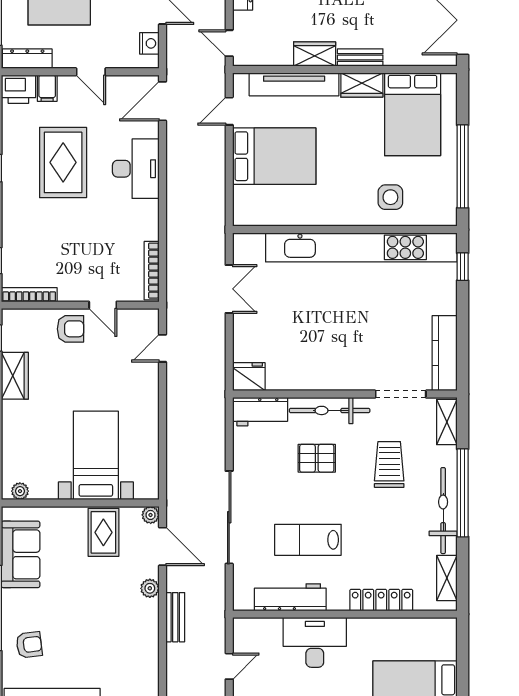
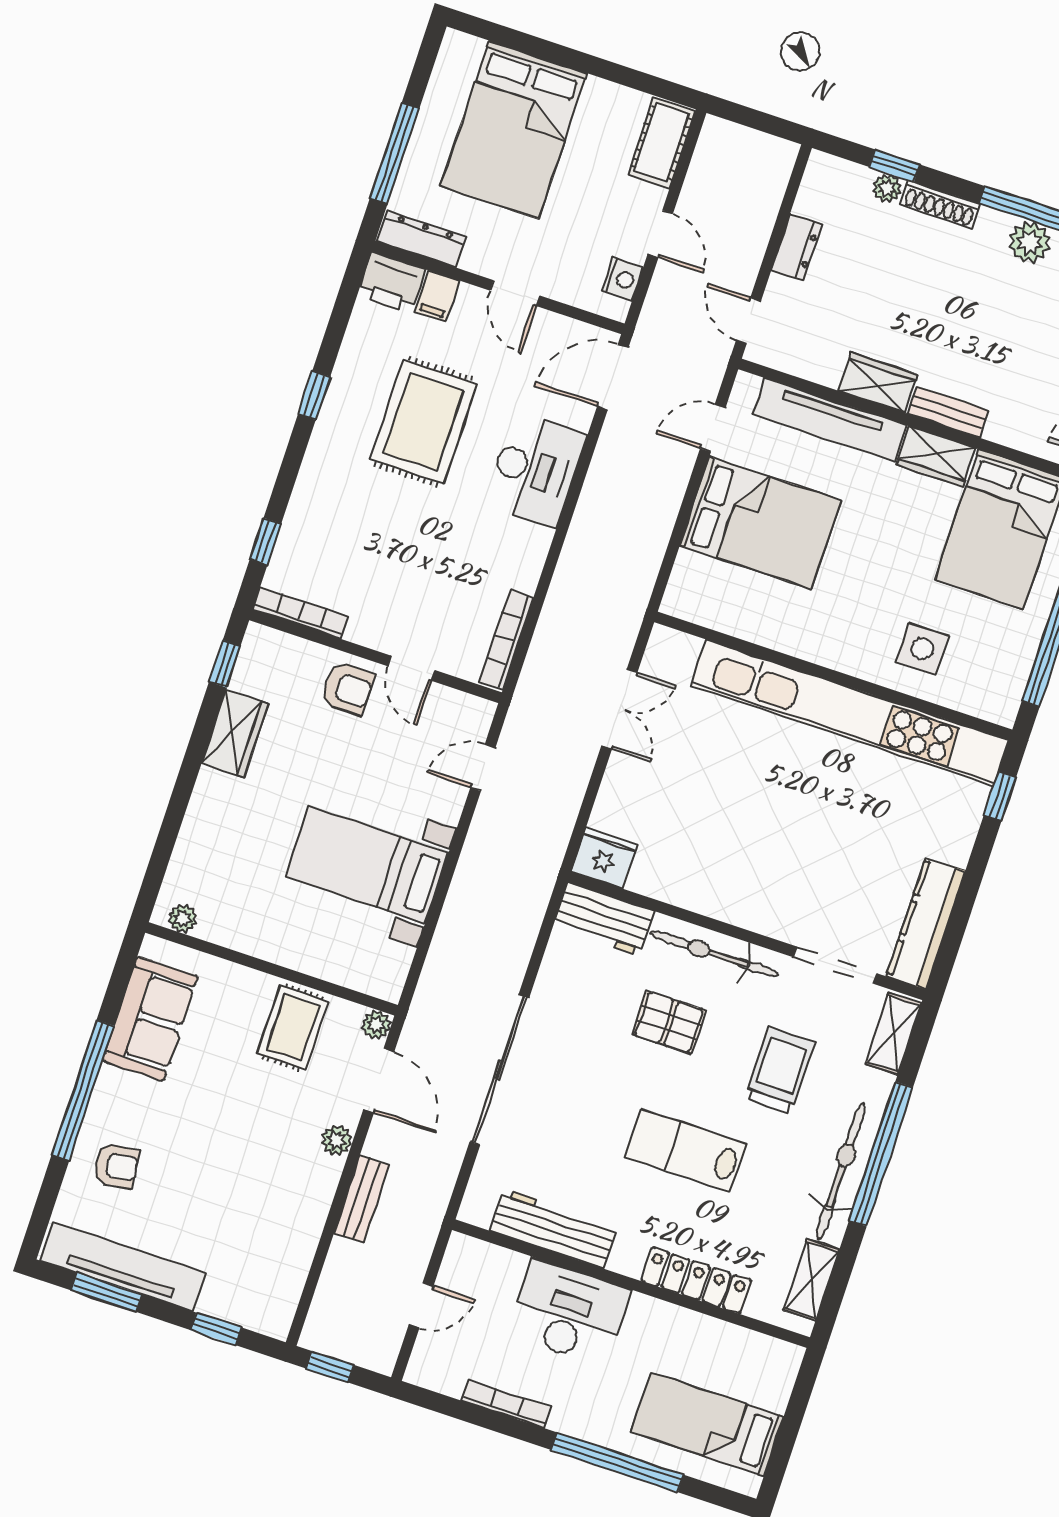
bed with nightstands: (96, 455) -> (367, 865), moved, turned -90
lab bench: (308, 540) -> (686, 1151), moved

